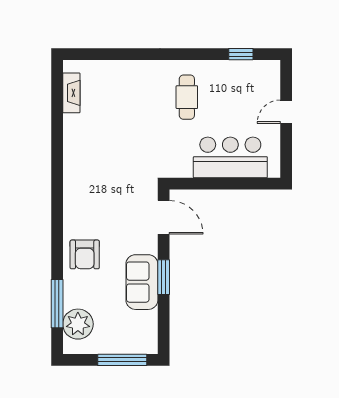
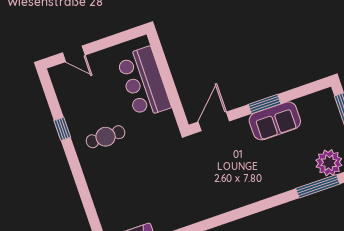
window: (241, 54) -> (62, 129), moved
door: (286, 112) -> (74, 54), moved
armchair: (85, 254) -> (268, 177), removed

